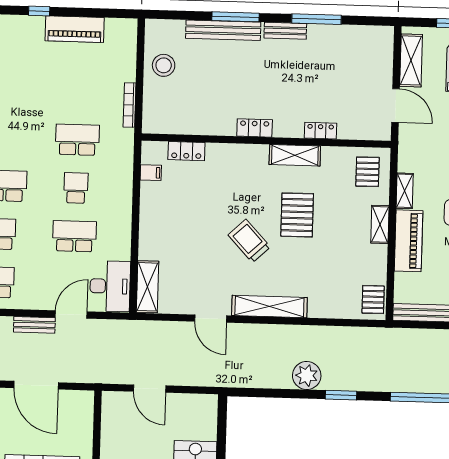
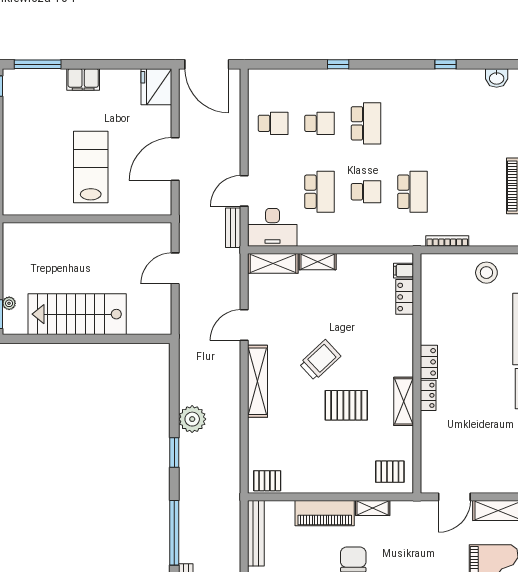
locker: (321, 131) -> (428, 395), moved
filing cabinet: (151, 173) -> (403, 271), moved, turned 90
shelving: (380, 224) -> (318, 262), moved
door: (71, 314) -> (244, 191), swing flipped
bench: (34, 325) -> (233, 228), moved

